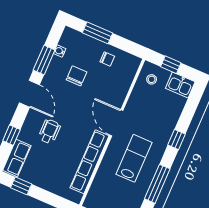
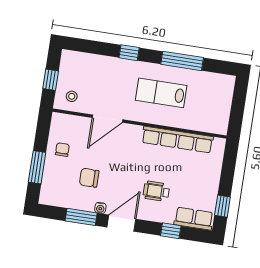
water cooler: (60, 51) -> (100, 208), moved
kitchen sink: (180, 85) -> (70, 64), removed
door: (116, 123) -> (107, 119), moved

